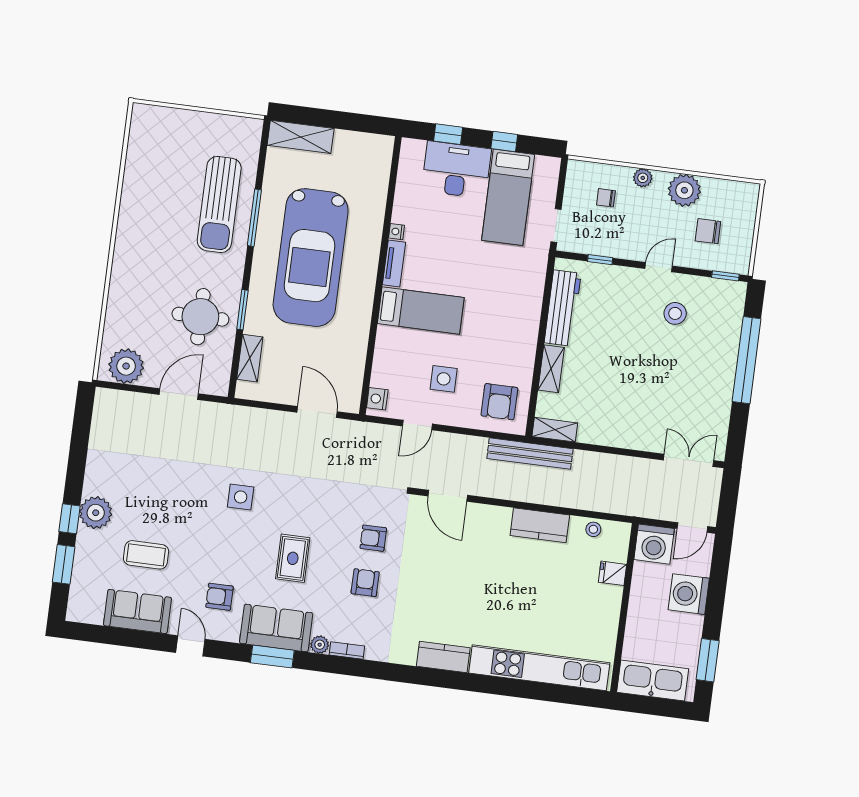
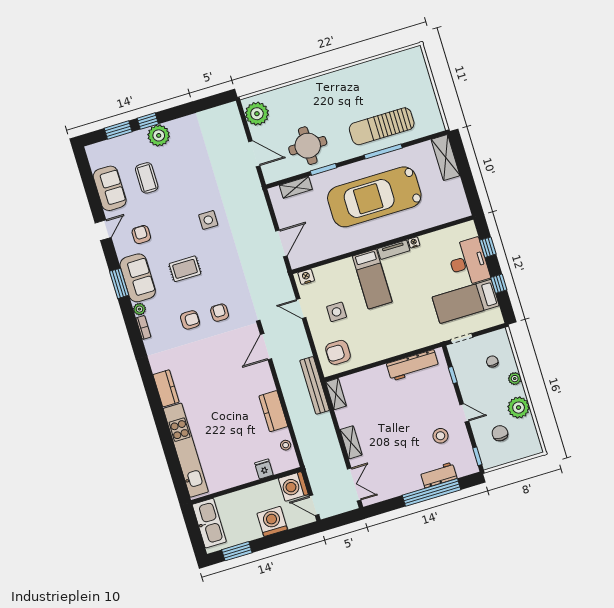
workbench: (727, 340) -> (439, 475), added
shelving: (551, 369) -> (351, 442), moved, turned 90

